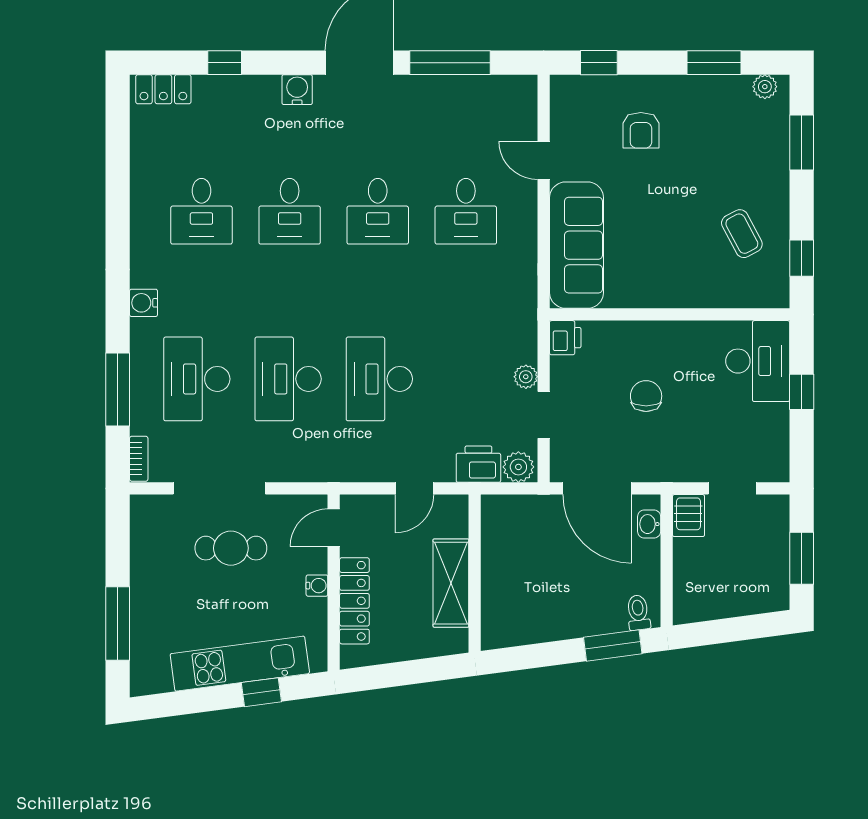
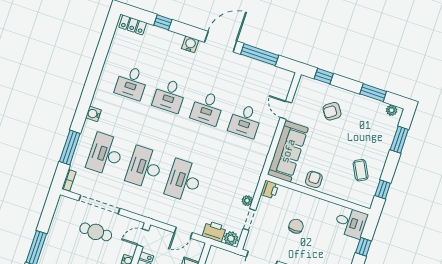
armchair: (641, 130) -> (332, 111), turned 55
armchair: (651, 286) -> (314, 179), added
desk: (758, 361) -> (351, 222), width x0.73

